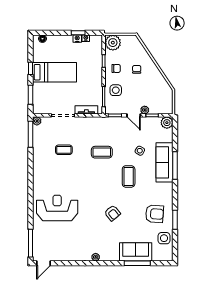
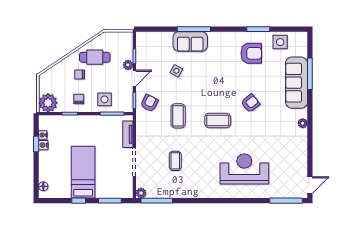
cafe table: (151, 82) -> (95, 57), added
plant: (167, 123) -> (143, 39), removed
armchair: (113, 128) -> (149, 103), added
sofa: (164, 162) -> (190, 42), width x0.73
coffee table: (129, 176) -> (218, 120), moved
reception desk: (57, 208) -> (244, 169), turned 90
armchair: (155, 214) -> (251, 53), turned 86
sofa: (136, 252) -> (296, 83), width x1.36
door: (44, 263) -> (310, 185), hinge flipped

